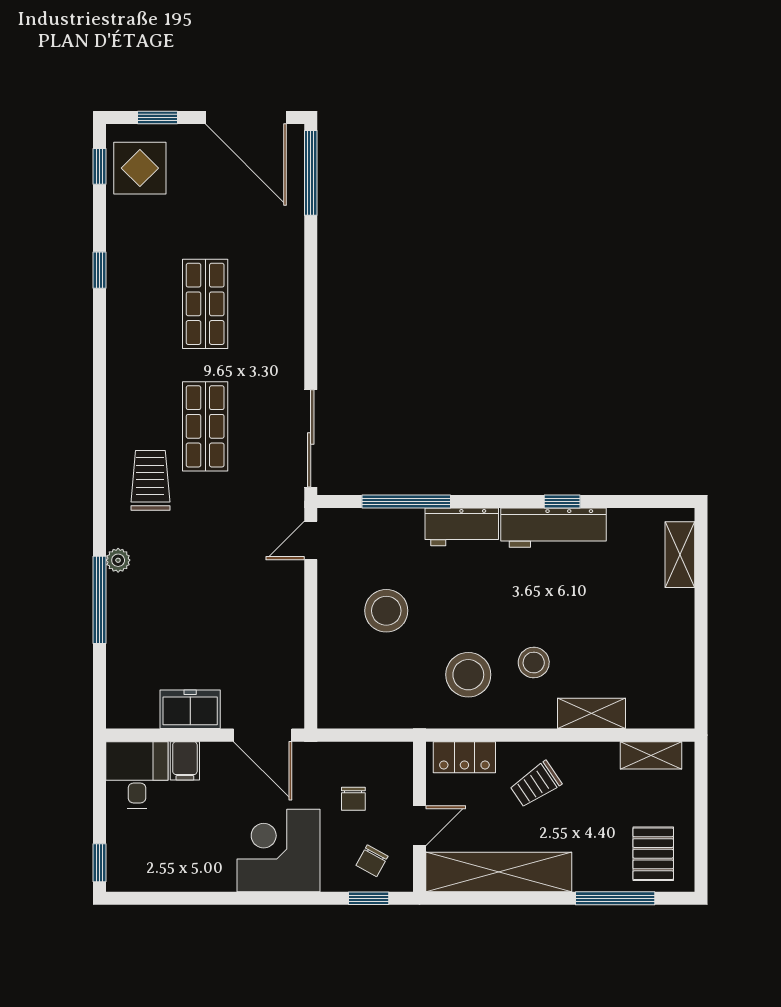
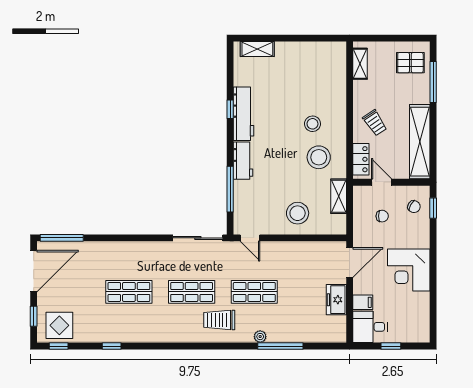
shop shelf: (205, 549) -> (254, 292), added
stool: (386, 611) -> (298, 213), moved
shelving: (592, 713) -> (339, 196), moved
door: (420, 826) -> (382, 182), moved
corner desk: (279, 851) -> (409, 270), moved
window: (100, 863) -> (391, 346), moved

